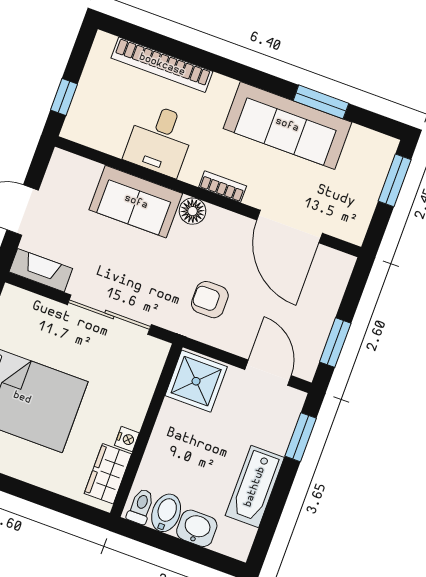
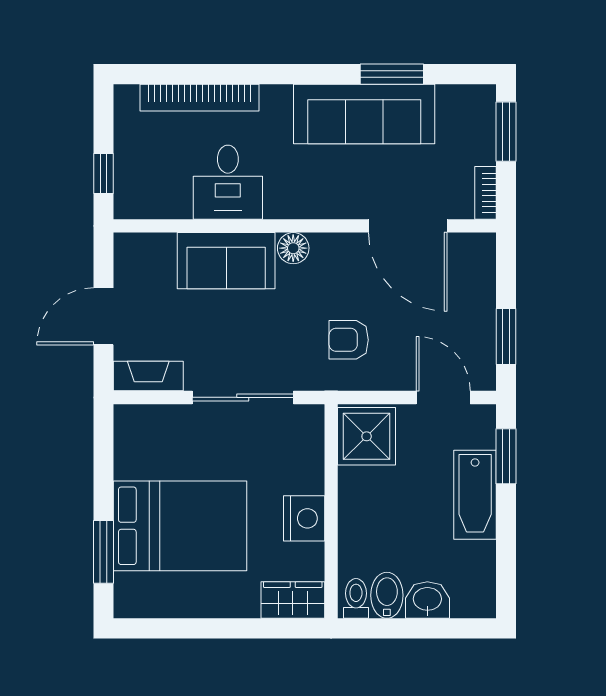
bookcase: (223, 187) -> (485, 193), moved, turned -90
nightstand: (127, 439) -> (304, 518), width x1.89, depth x1.79
wardrobe: (108, 474) -> (293, 600), moved, turned 90
bathtub: (255, 487) -> (475, 495), moved

